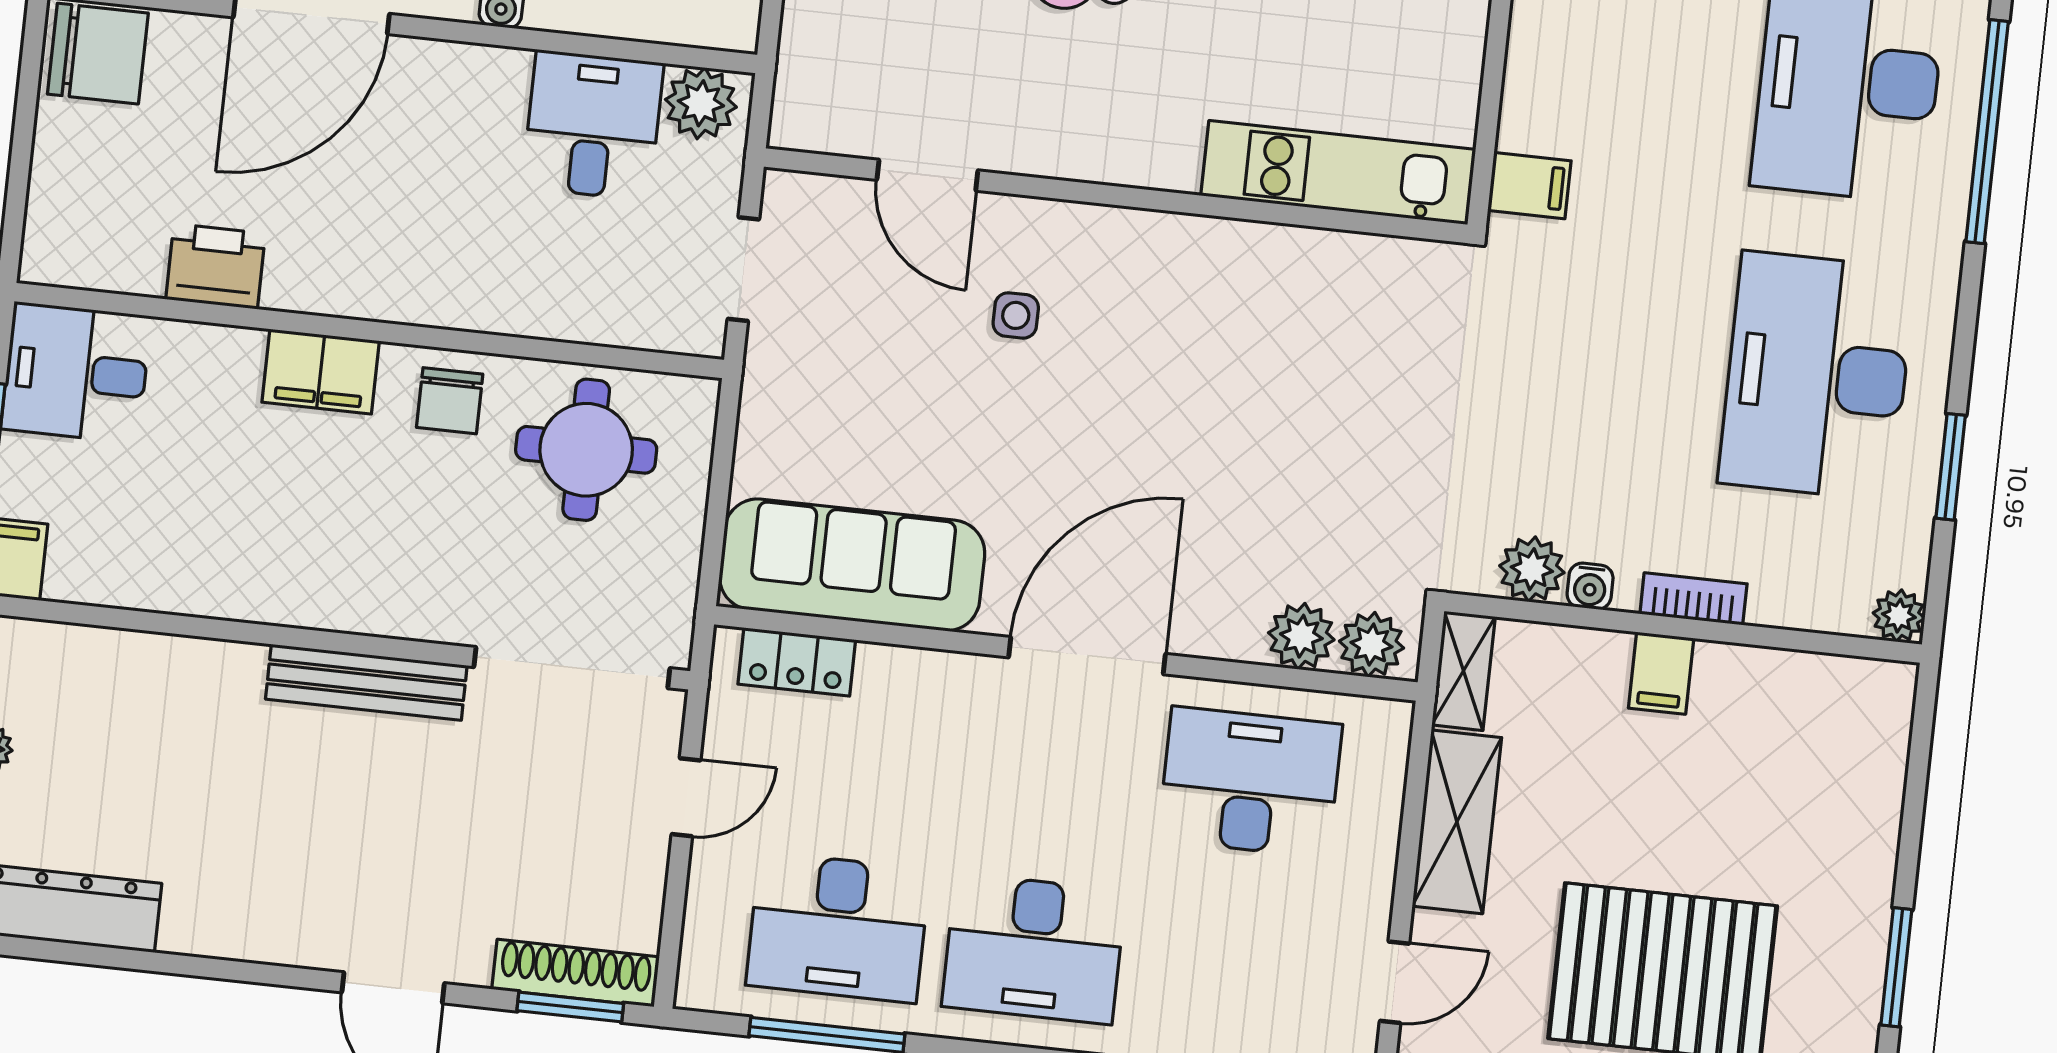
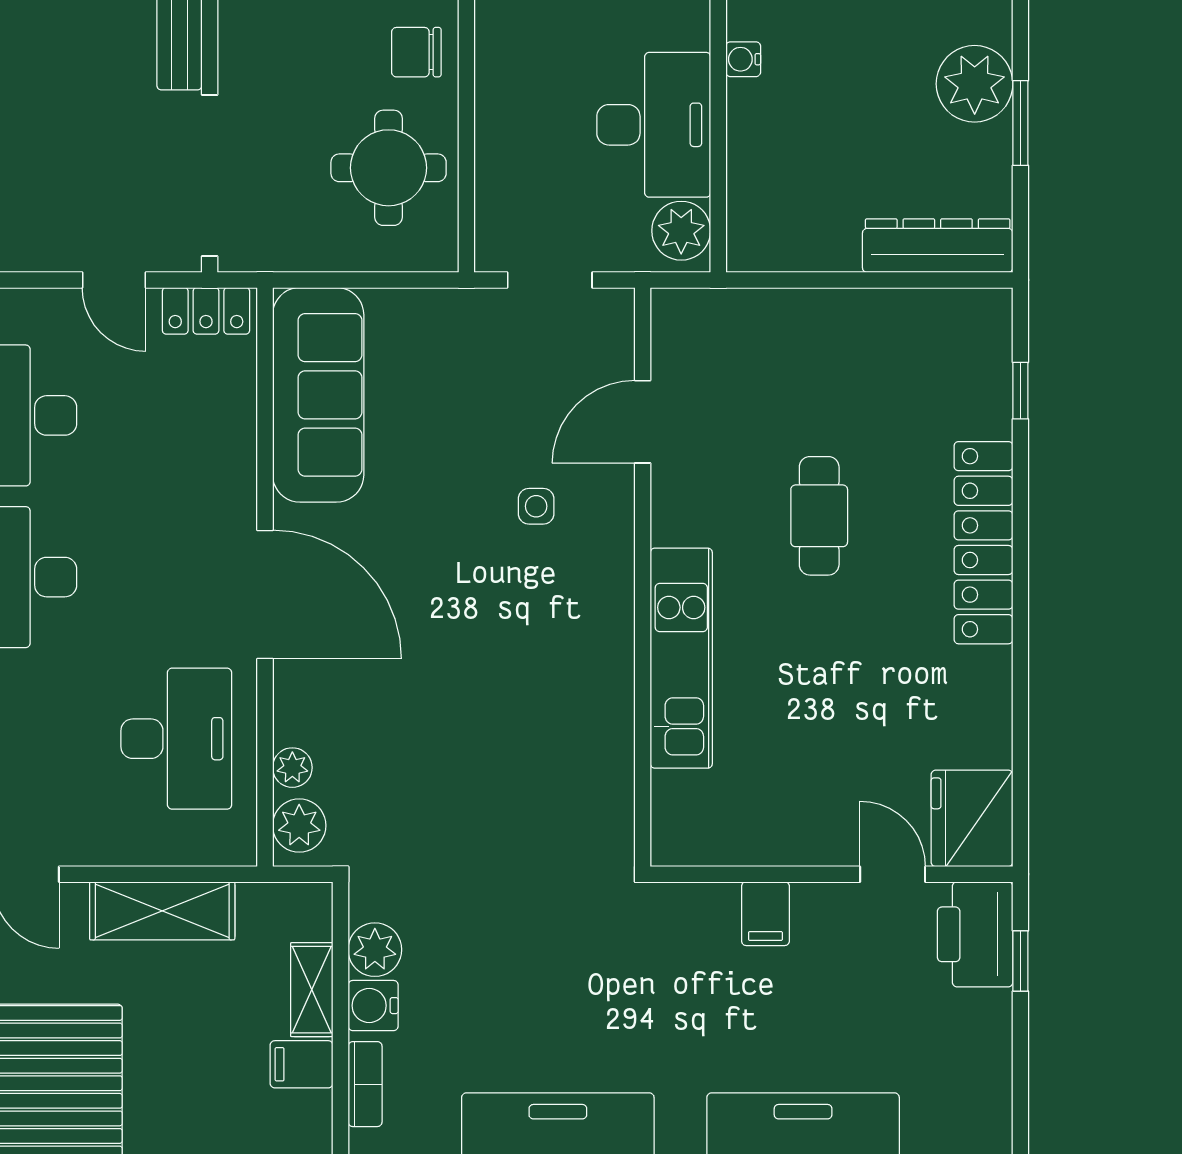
desk: (593, 125) -> (654, 125), width x1.37
kitchen unit: (1338, 172) -> (681, 658), moved
filing cabinet: (1529, 186) -> (765, 914), moved
water cooler: (1590, 586) -> (373, 1006), width x1.38, depth x1.38
plant: (1301, 636) -> (292, 768), width x0.73, depth x0.73
locker: (797, 662) -> (206, 311), moved, turned -90
shelving: (1464, 671) -> (312, 990), moved, turned 90

